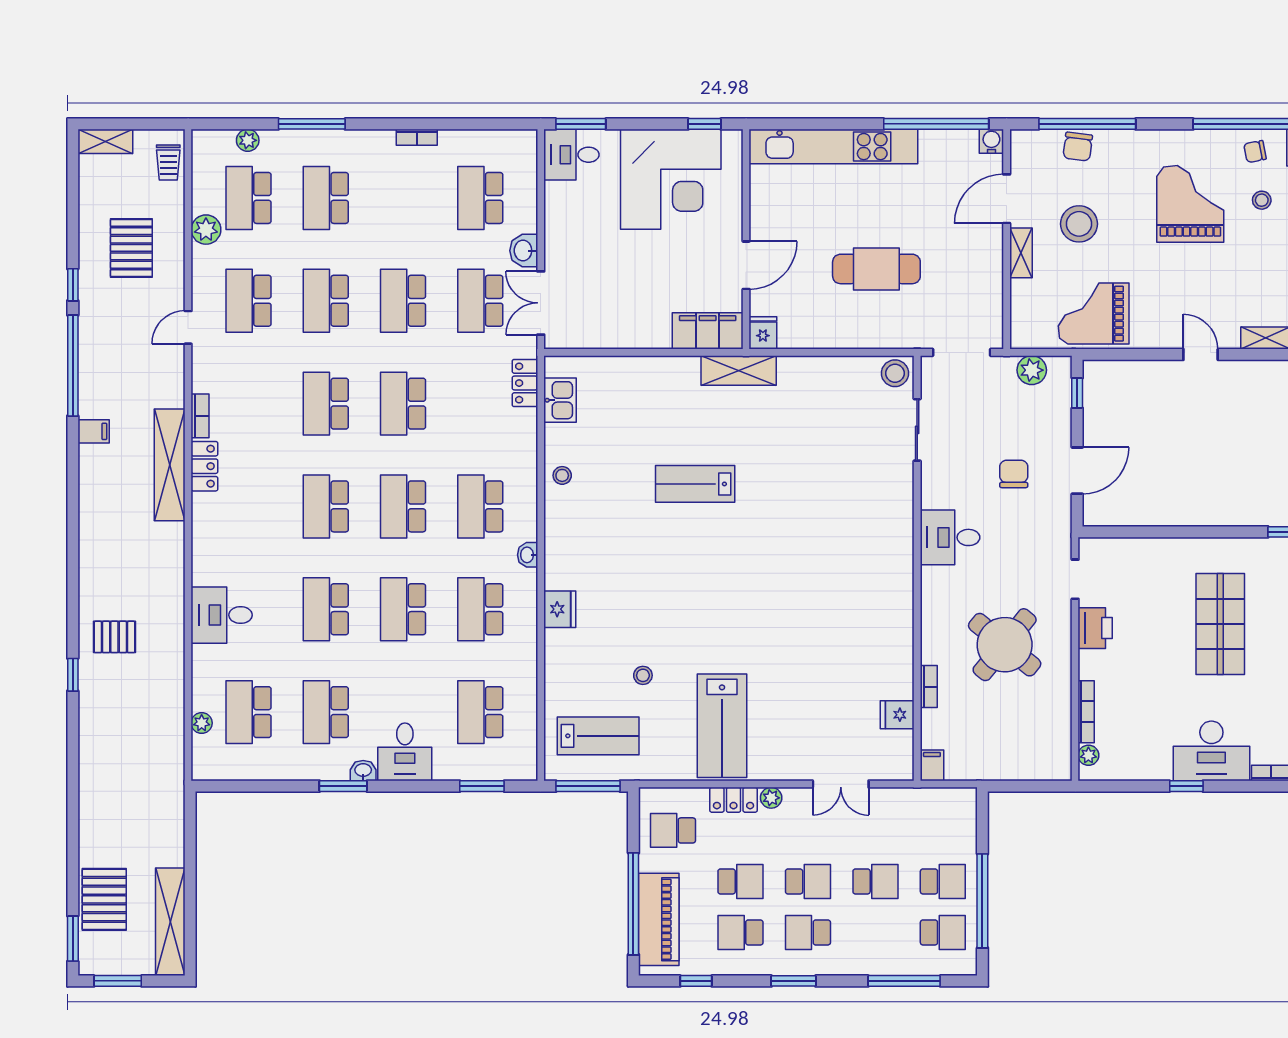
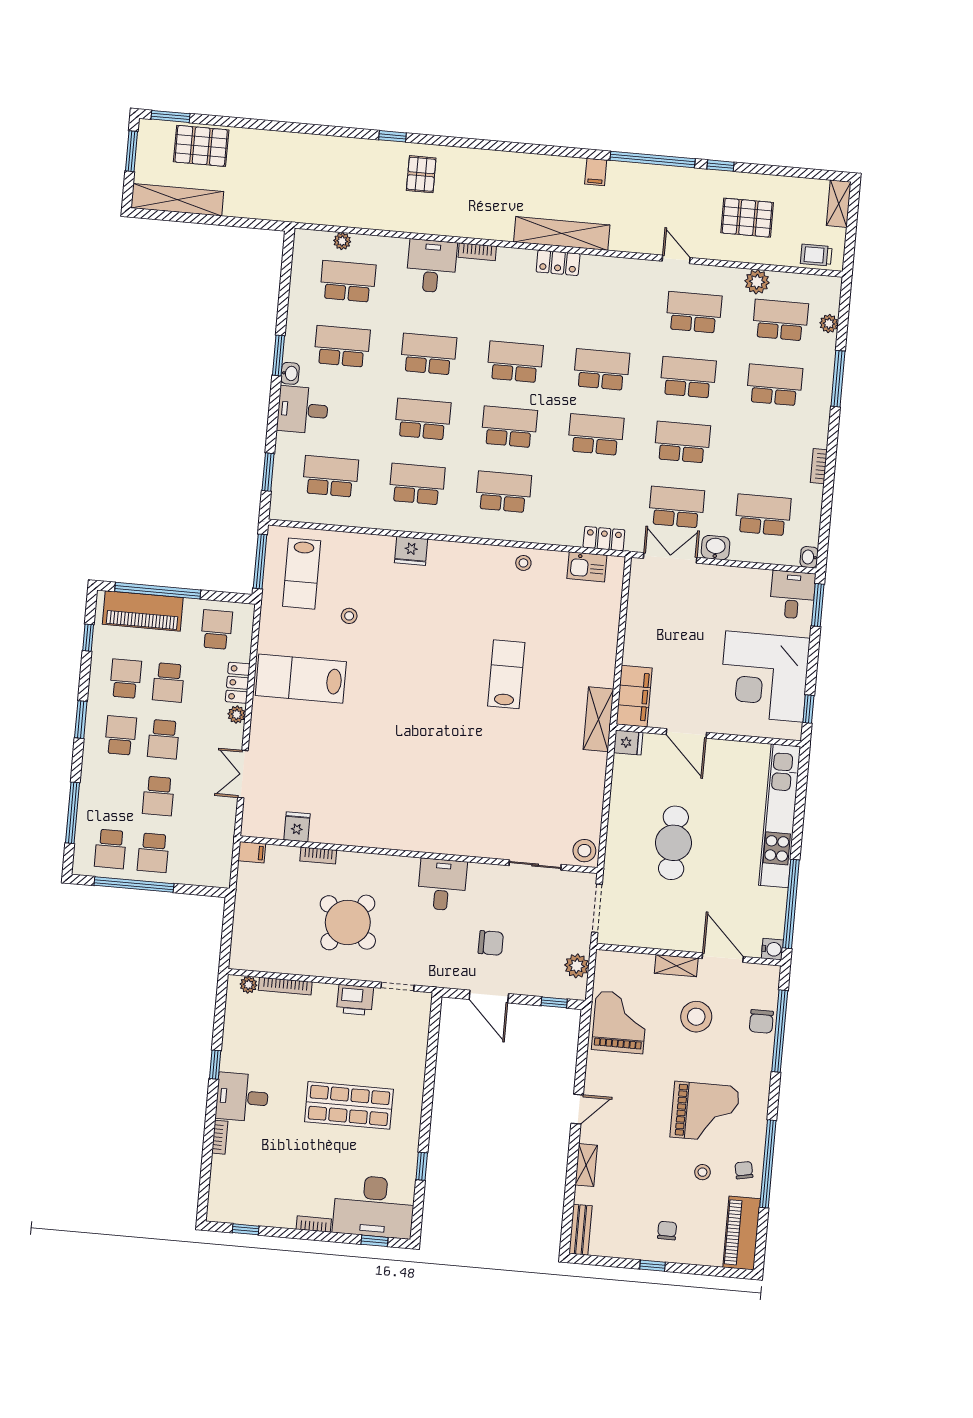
chair: (1078, 147) -> (761, 1021), turned -97
bookcase: (200, 416) -> (477, 252), moved
washbasin: (528, 555) -> (809, 557), moved, turned -90
desk: (1211, 751) -> (242, 1097), width x0.73

